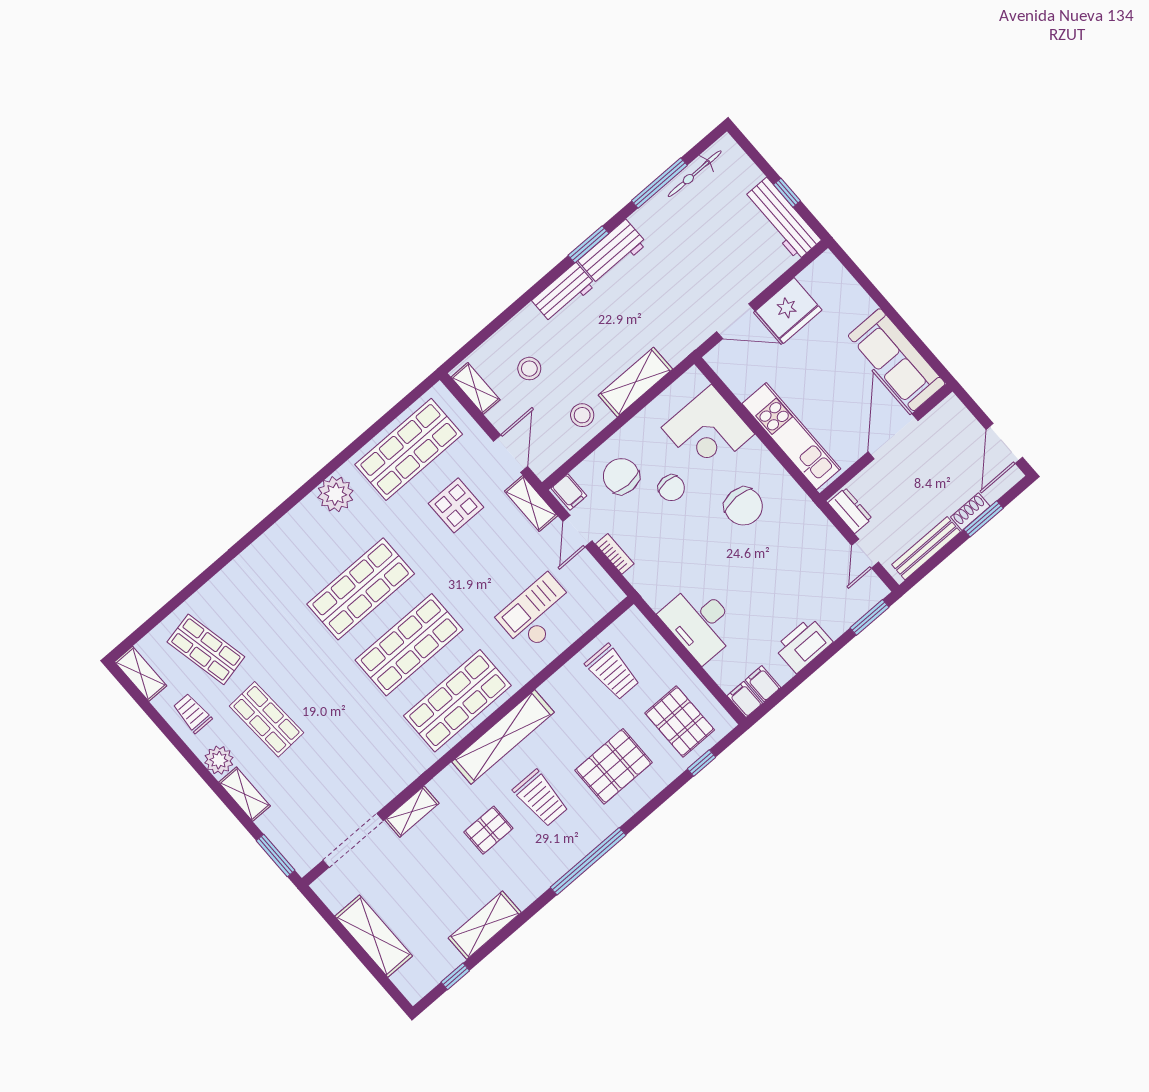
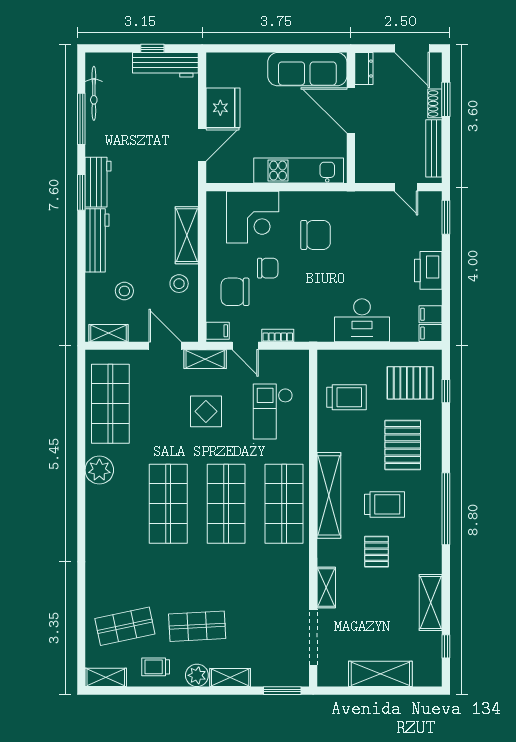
workbench: (564, 293) -> (97, 240), width x1.37
display table: (456, 505) -> (206, 411), moved
dresser: (850, 511) -> (364, 69), moved, turned 90

